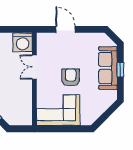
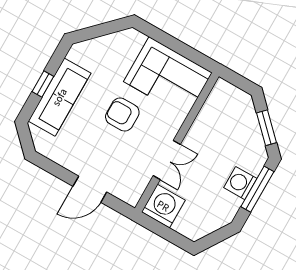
door: (65, 29) -> (90, 189), hinge flipped
armchair: (71, 77) -> (122, 114), turned 90

